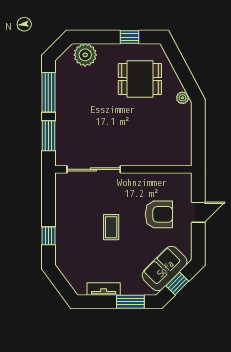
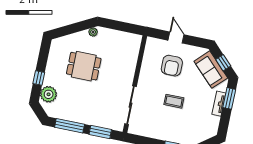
window: (130, 37) -> (39, 78), moved
dining table: (140, 79) -> (84, 66), moved, turned 90
armchair: (159, 214) -> (172, 66), turned 180
tv unit: (104, 289) -> (219, 104), moved

